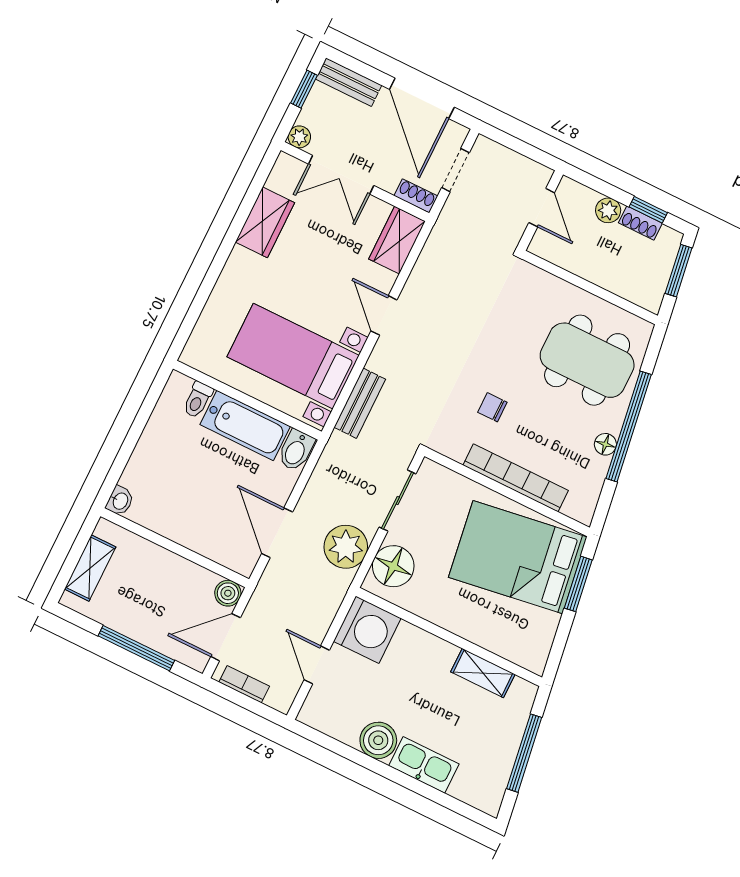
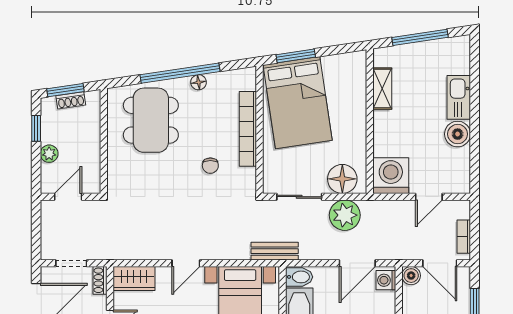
shoe rack: (640, 223) -> (71, 100), moved, turned 82
bench: (360, 403) -> (275, 251), moved
washing machine: (238, 558) -> (386, 280), added

